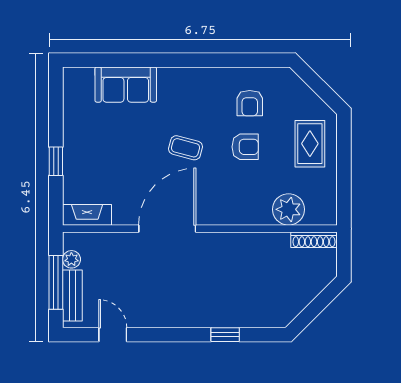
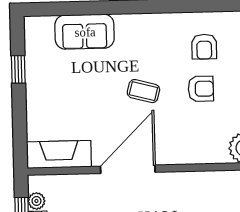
window: (56, 161) -> (18, 69), moved
fireplace: (87, 215) -> (59, 154), width x1.37, depth x1.32

